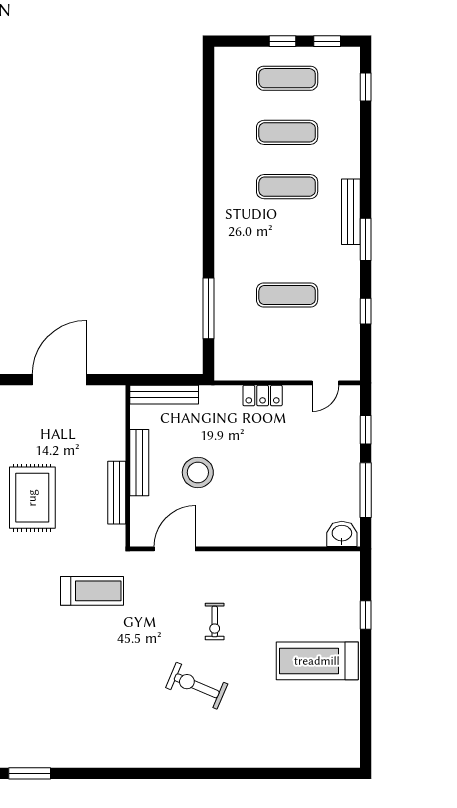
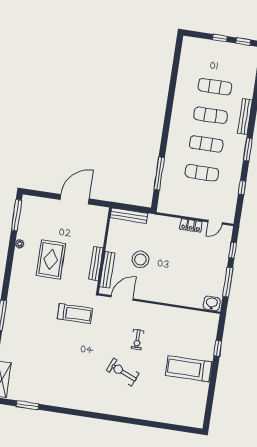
exercise mat: (287, 78) -> (206, 144), moved
bench: (351, 212) -> (245, 117), moved
locker: (263, 396) -> (191, 225), moved
bench: (139, 463) -> (107, 270), moved

